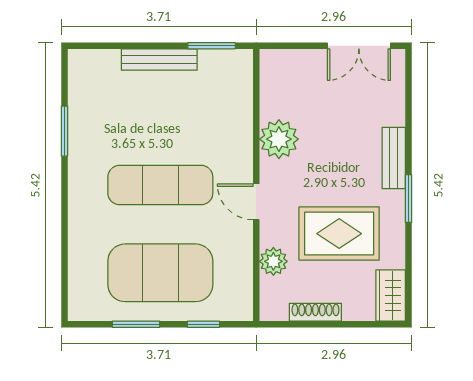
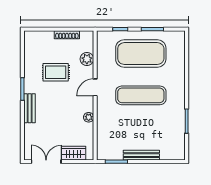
plant: (279, 139) -> (89, 117), width x0.53, depth x0.53
door: (256, 202) -> (95, 87), swing flipped
rug: (339, 234) -> (56, 72), width x0.73, depth x0.70
wardrobe: (391, 296) -> (74, 153), moved, turned -90

